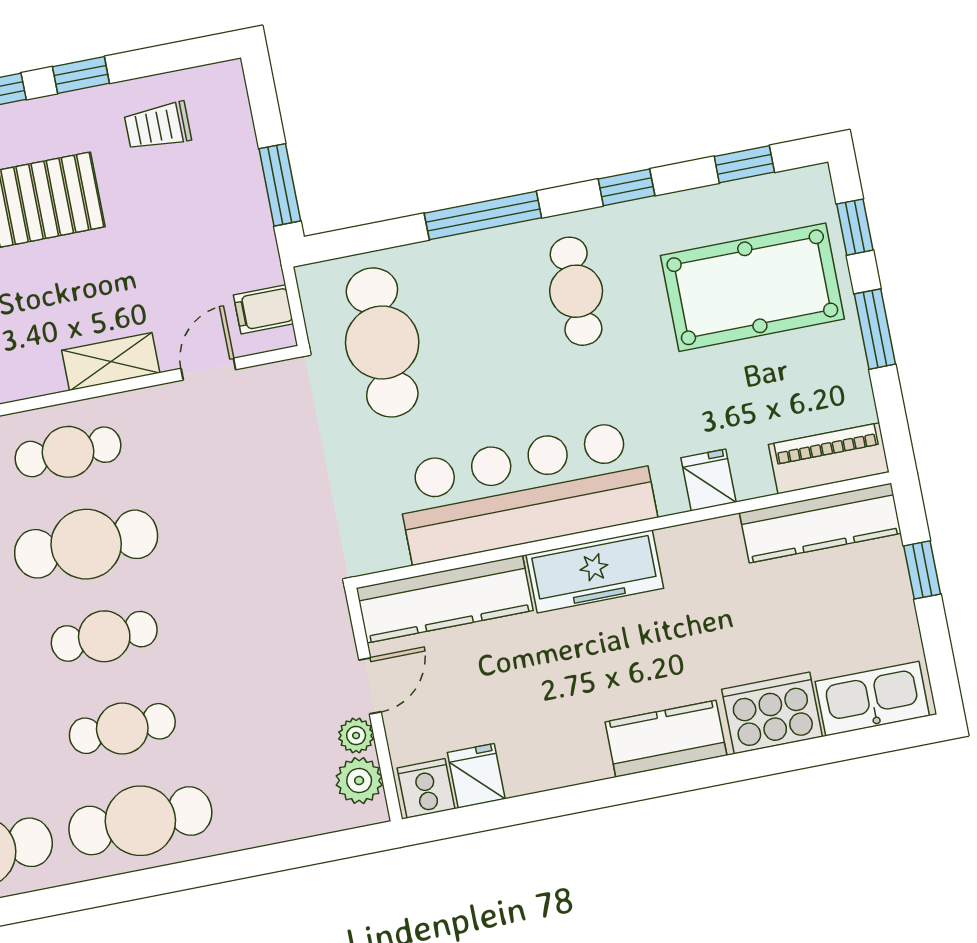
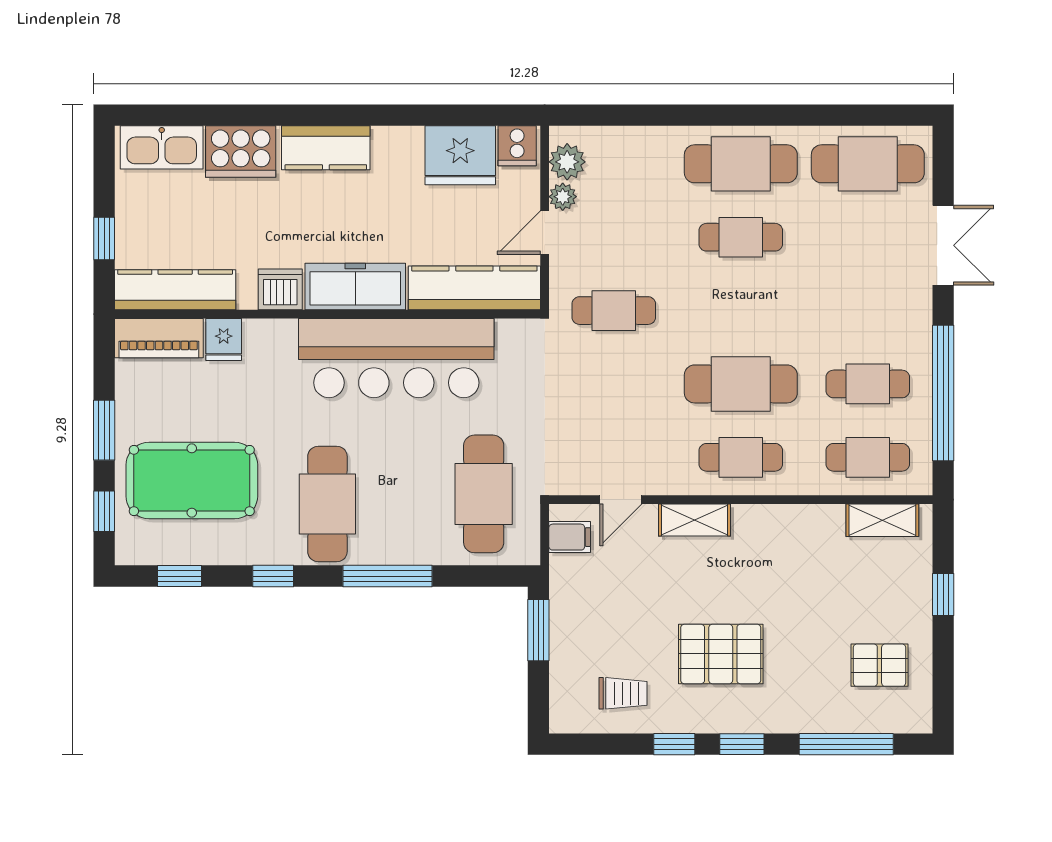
cafe table: (576, 291) -> (327, 504), width x1.37, depth x1.35
fridge: (709, 480) -> (224, 339), moved
dishwasher: (688, 549) -> (280, 289), added
cafe table: (104, 636) -> (614, 311), moved
fridge: (476, 776) -> (460, 155), width x1.88, depth x1.34

